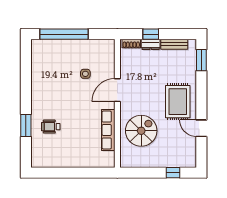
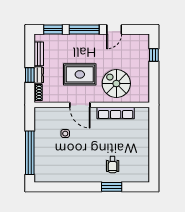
window: (201, 95) -> (84, 29), added
rug: (178, 102) -> (80, 74), moved

